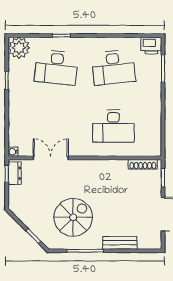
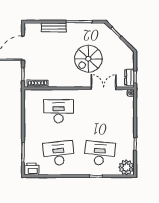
double door: (51, 158) -> (104, 88), swing flipped
spiral stairs: (73, 217) -> (88, 59), moved

